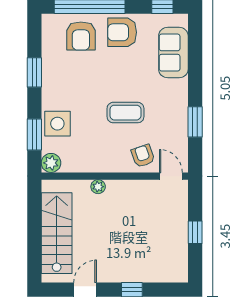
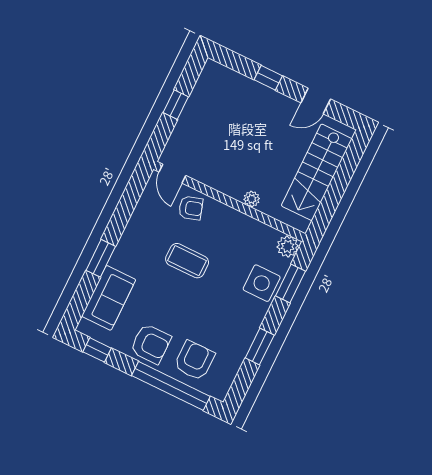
window: (195, 122) -> (101, 258), moved
armchair: (143, 156) -> (191, 208), turned -88

